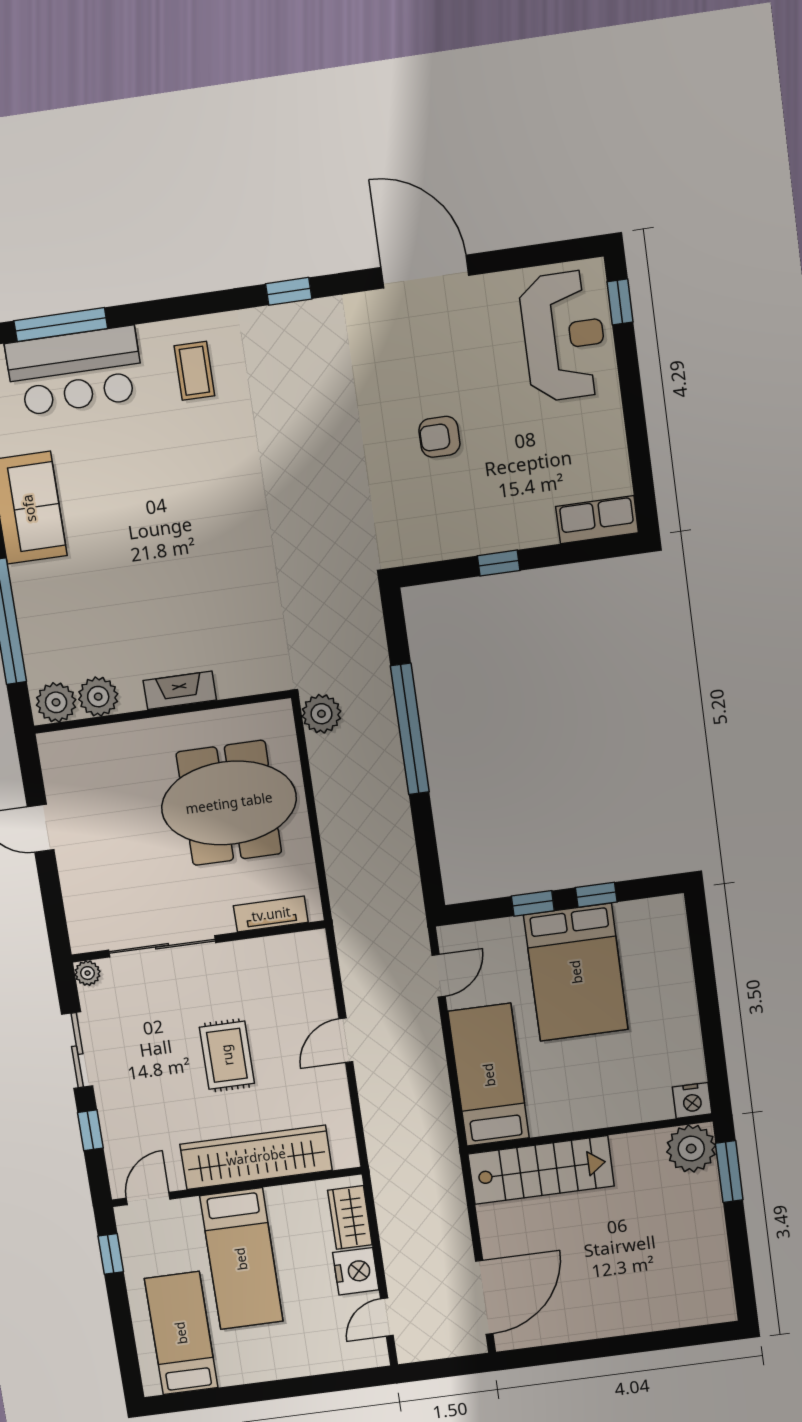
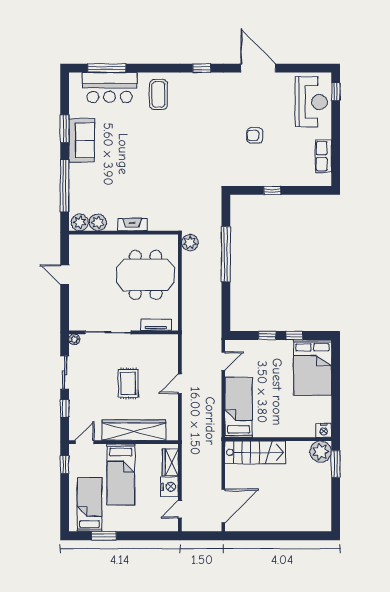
coffee table: (194, 371) -> (159, 94), width x1.36, depth x1.30
row of seats: (597, 520) -> (324, 156), moved, turned -90
bed: (576, 972) -> (313, 368), moved
window: (224, 1396) -> (104, 536), added

